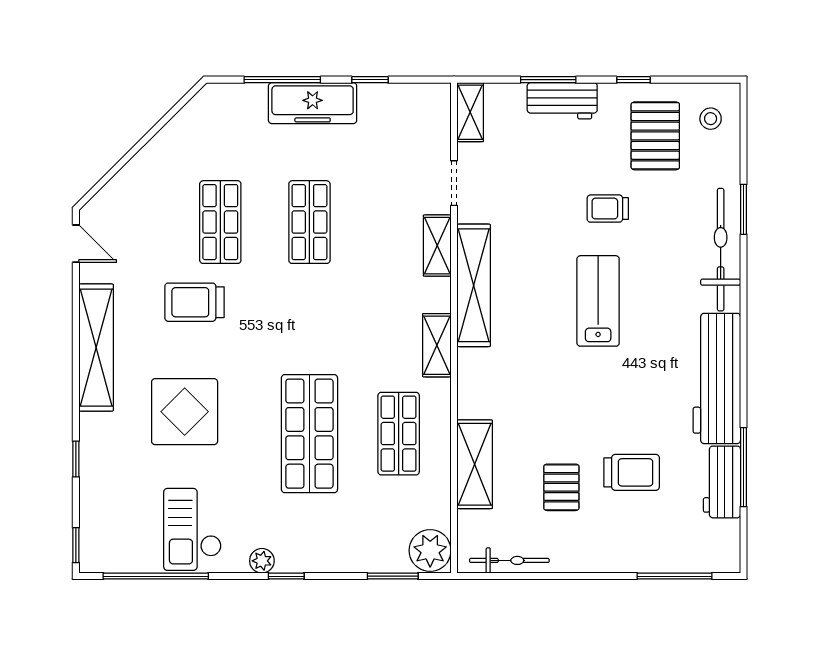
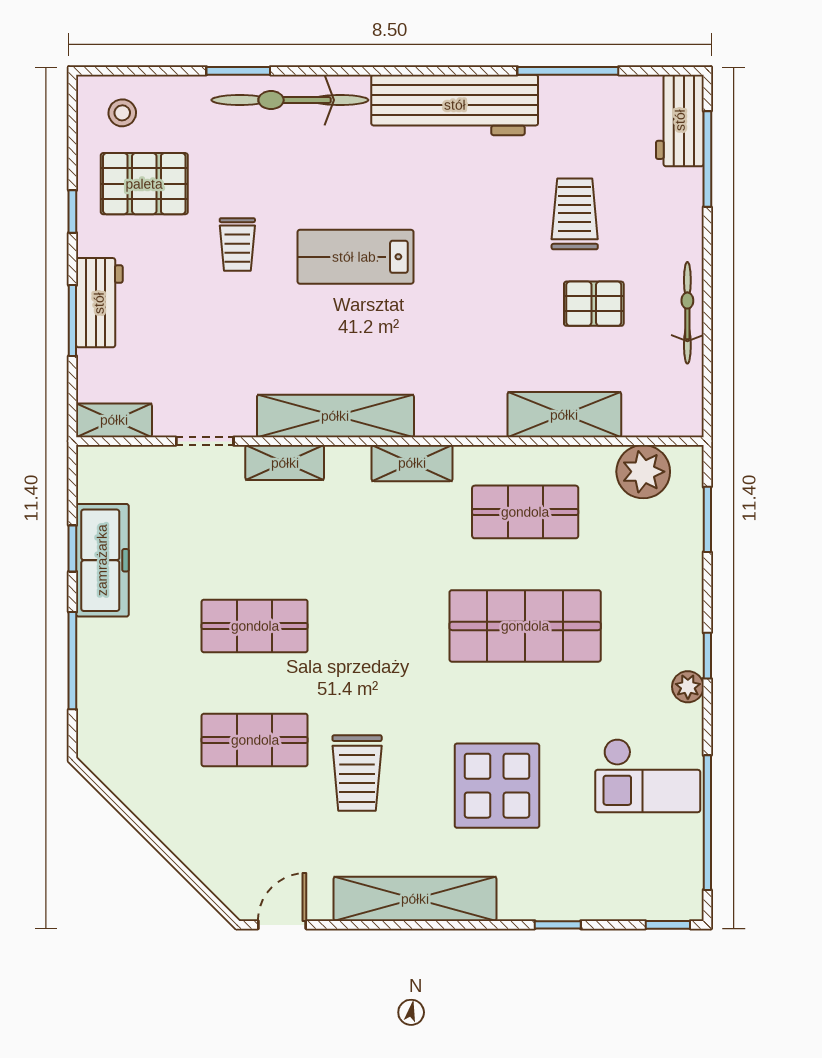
freezer: (313, 103) -> (102, 560), moved
workbench: (722, 482) -> (680, 120), moved, turned 90
plant: (430, 551) -> (643, 472), moved
bicycle: (509, 560) -> (687, 313), moved

